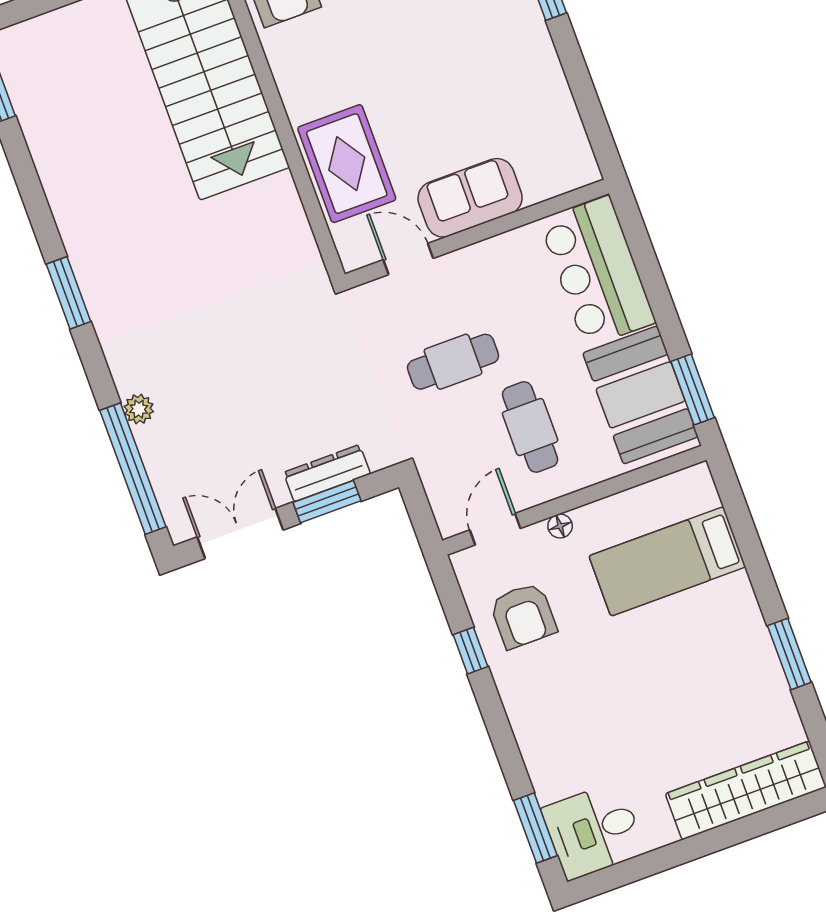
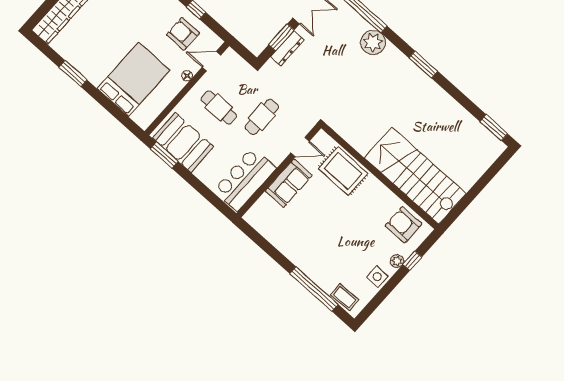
bar counter: (597, 272) -> (245, 179), moved, turned -90
plant: (139, 409) -> (373, 42), width x1.87, depth x1.87
door: (495, 529) -> (211, 61), swing flipped
bed: (667, 561) -> (134, 79), width x1.50

